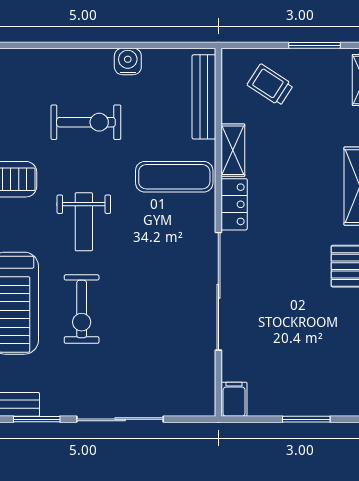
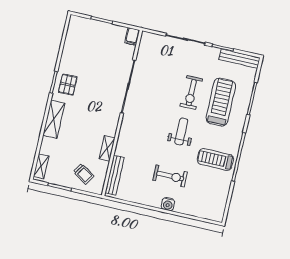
water cooler: (128, 61) -> (168, 204), moved
exercise bike: (86, 122) -> (170, 176), turned 180
exercise mat: (174, 177) -> (136, 142), removed
locker: (234, 204) -> (112, 124), removed
exercise bike: (82, 309) -> (191, 93), turned 180

